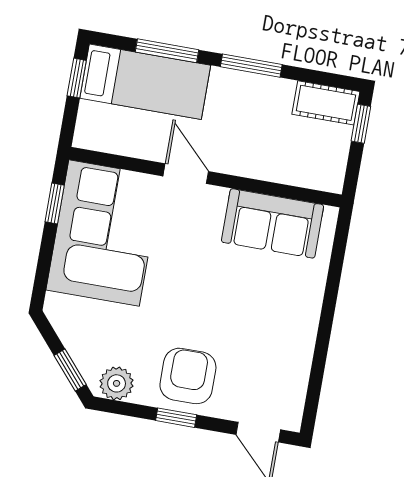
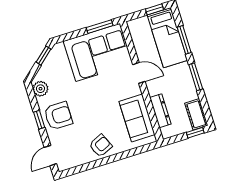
dresser: (282, 170) -> (160, 111), added
door: (186, 174) -> (139, 73), hinge flipped
window: (55, 204) -> (100, 27), width x1.50
armchair: (290, 323) -> (101, 146), added
window: (70, 370) -> (44, 56), moved

